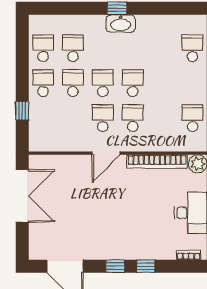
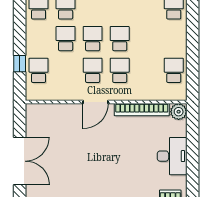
school desk: (43, 83) -> (39, 70), moved
double door: (22, 196) -> (20, 161), moved

